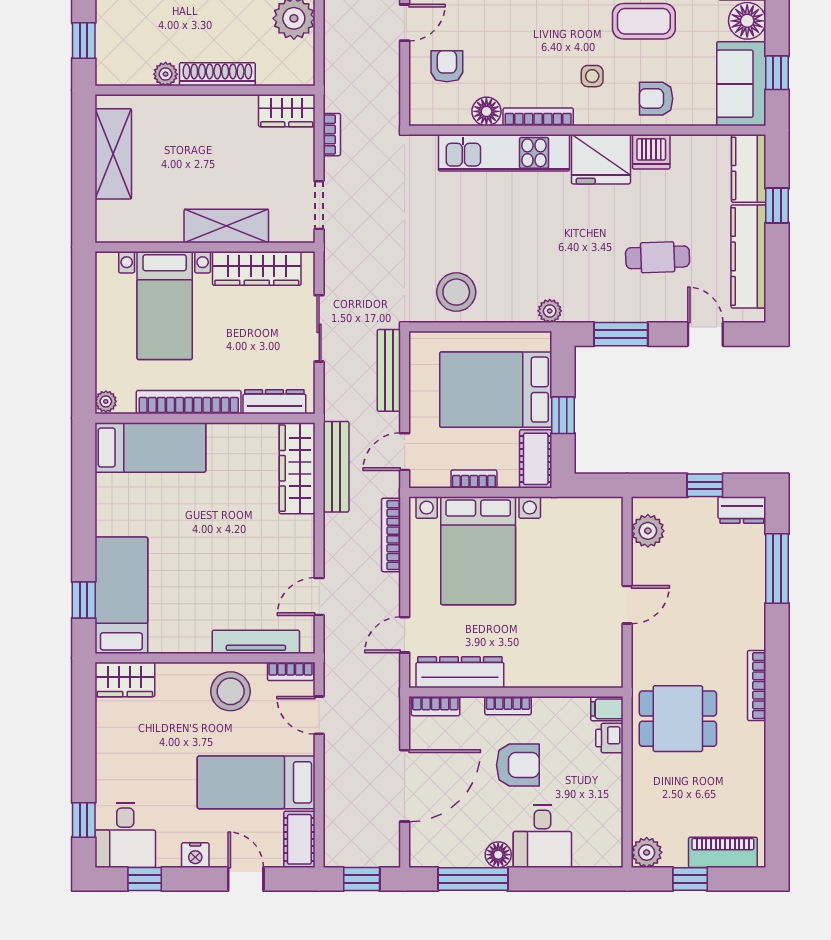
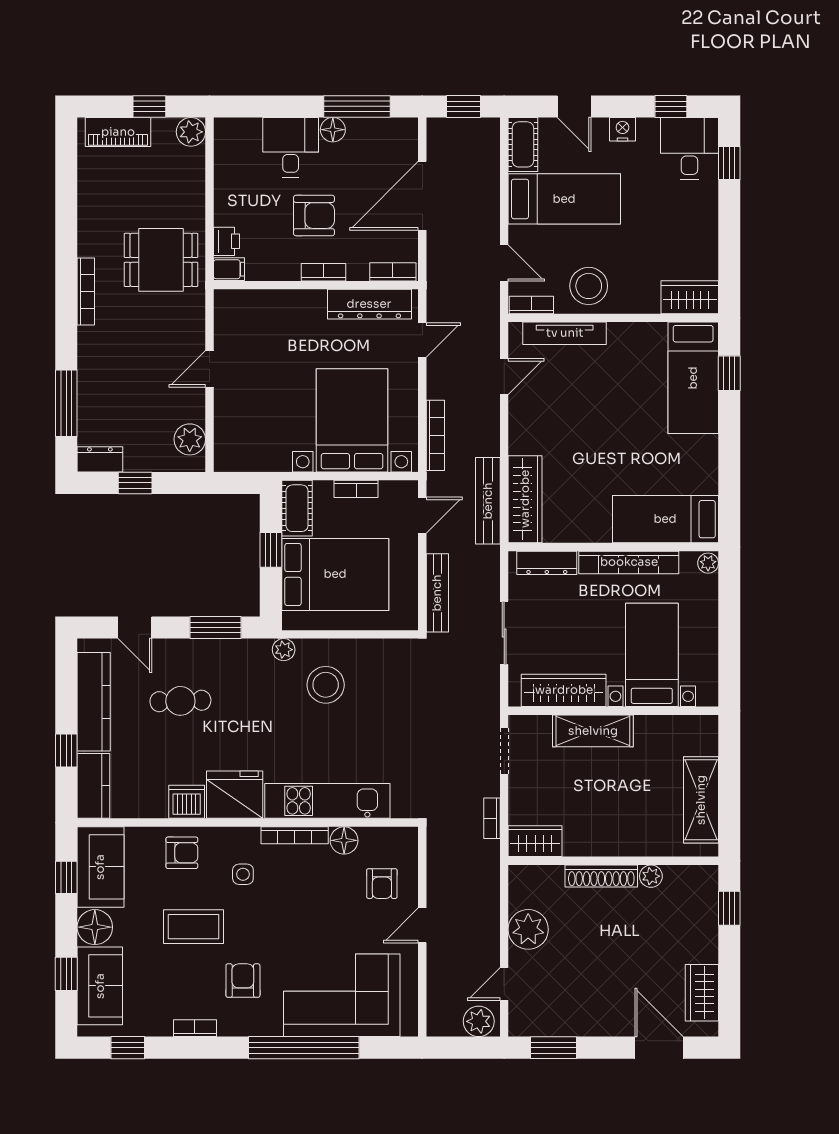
stool: (456, 292) -> (326, 685), moved
armchair: (518, 765) -> (314, 216), turned 180

